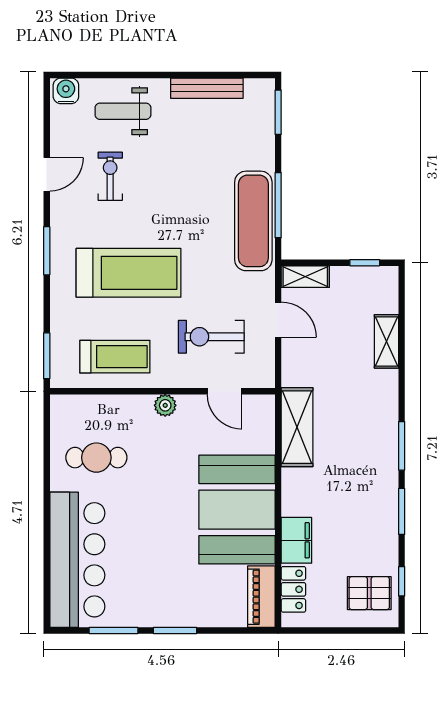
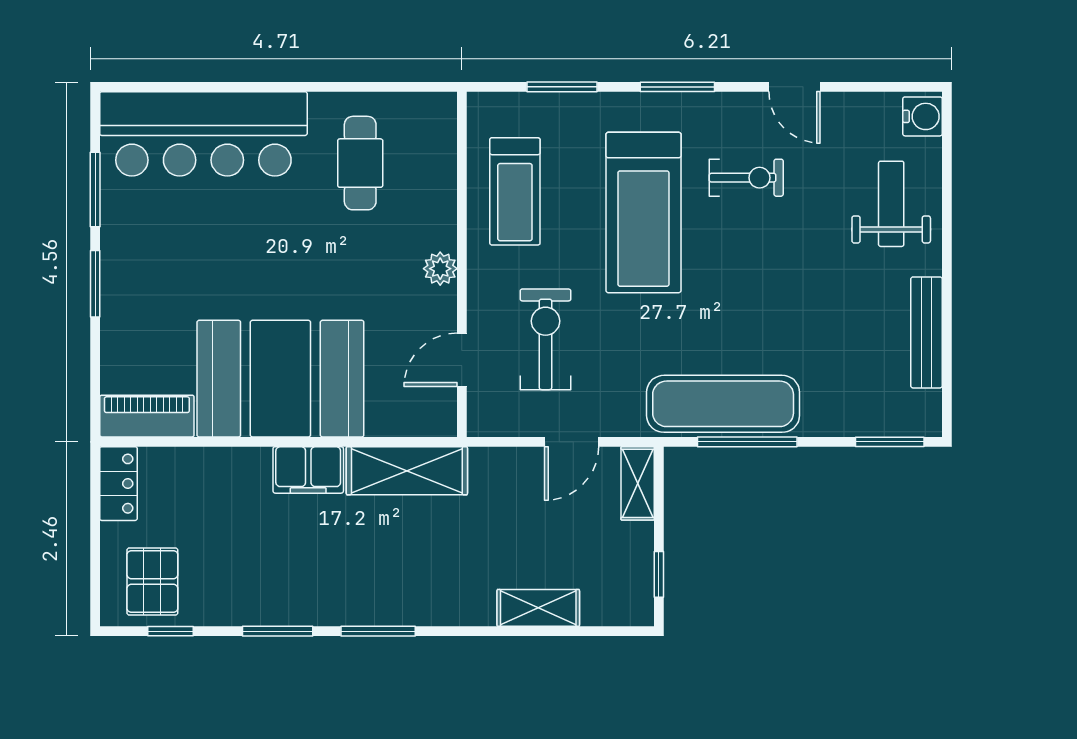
exercise bike: (110, 176) -> (746, 178), moved
window: (47, 356) -> (562, 87), moved
filing cabinet: (296, 540) -> (308, 470), moved
locker: (293, 589) -> (118, 484), moved, turned -90

